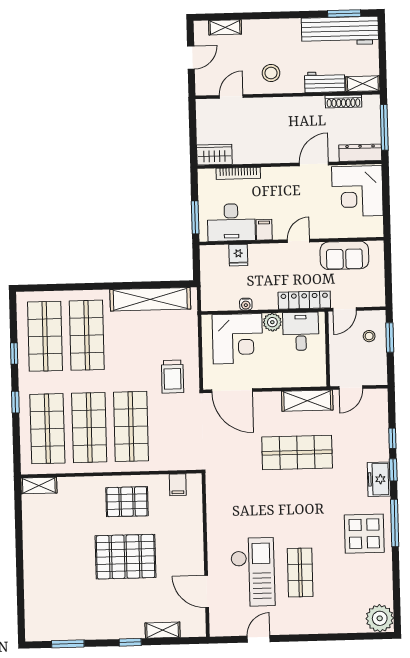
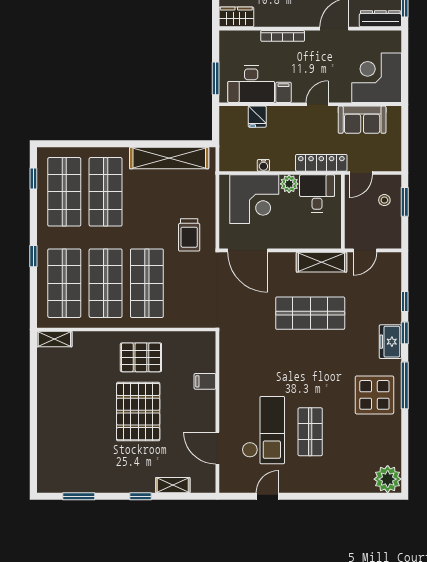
bookcase: (238, 173) -> (283, 36), moved
corner desk: (357, 191) -> (377, 78), moved, turned 90
window: (14, 354) -> (33, 178), moved
filing cabinet: (178, 485) -> (205, 381), moved, turned 90
pallet: (126, 557) -> (138, 412), turned 90

